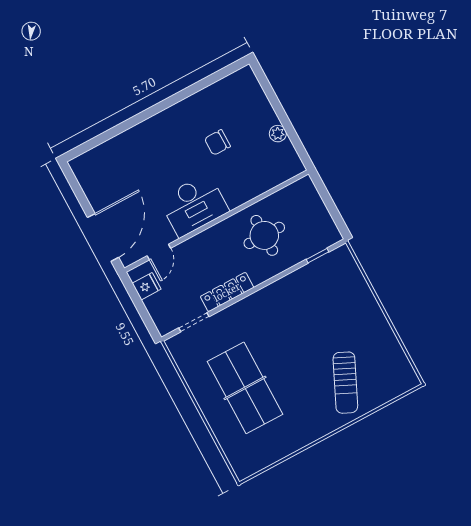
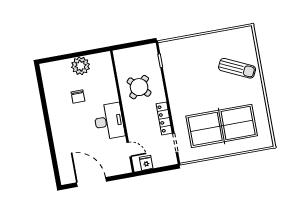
plant: (278, 134) -> (81, 66), width x1.87, depth x1.87
round table: (264, 235) -> (139, 87), turned 45
door: (103, 237) -> (91, 182), moved
table tennis table: (245, 388) -> (222, 126), width x1.36, depth x1.32

